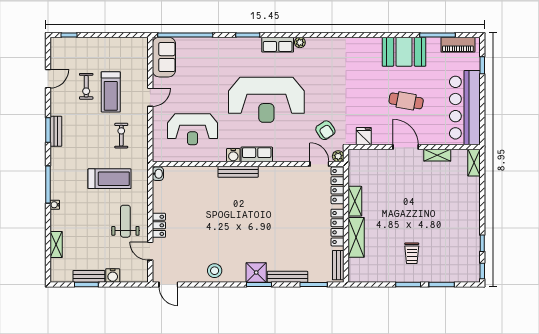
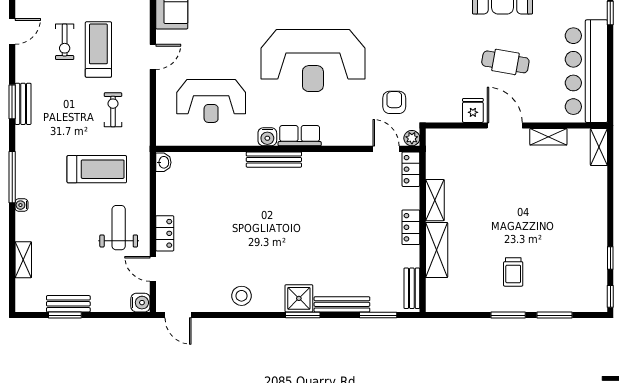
treadmill: (111, 92) -> (98, 49), turned 180
armchair: (325, 130) -> (394, 102), turned -146
fridge: (364, 136) -> (473, 110), moved
locker: (337, 185) -> (411, 169), width x0.66
locker: (337, 228) -> (411, 227), width x0.66
water cooler: (113, 276) -> (140, 303), moved, turned -90

